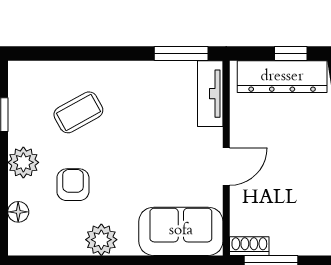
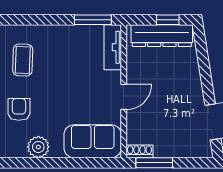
coffee table: (78, 112) -> (23, 60), turned -59

